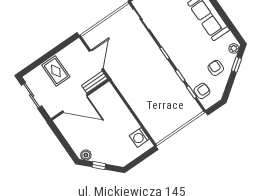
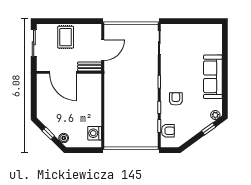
armchair: (216, 68) -> (176, 99), moved
boiler: (86, 155) -> (64, 138), moved

